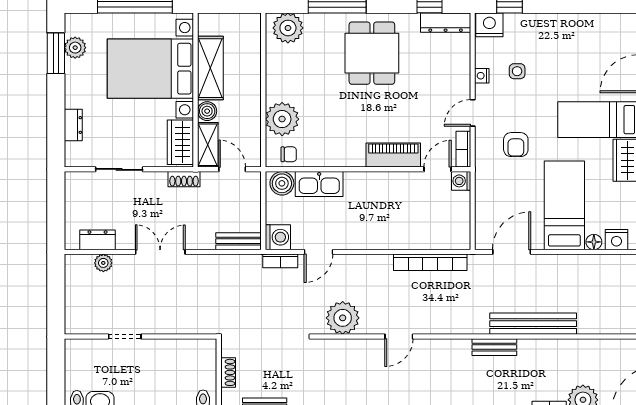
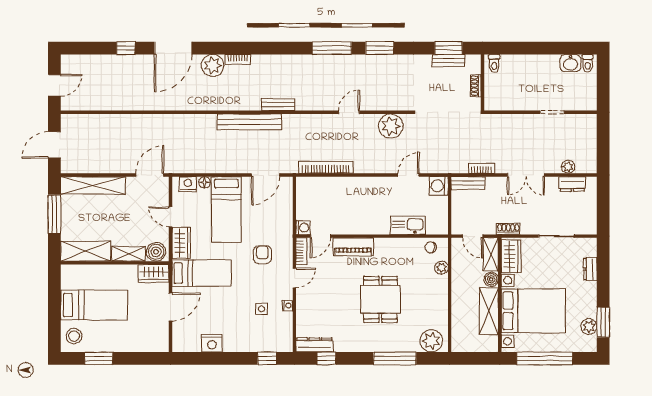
nightstand: (489, 25) -> (212, 343), moved
dining table: (372, 53) -> (380, 299), moved
plant: (282, 119) -> (441, 268), width x0.53, depth x0.53
boiler: (282, 183) -> (436, 226), removed
bookcase: (280, 261) -> (482, 168), moved

